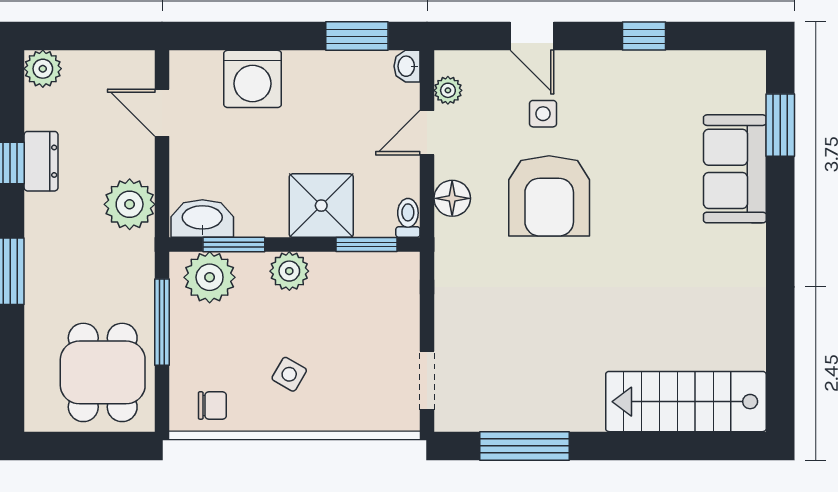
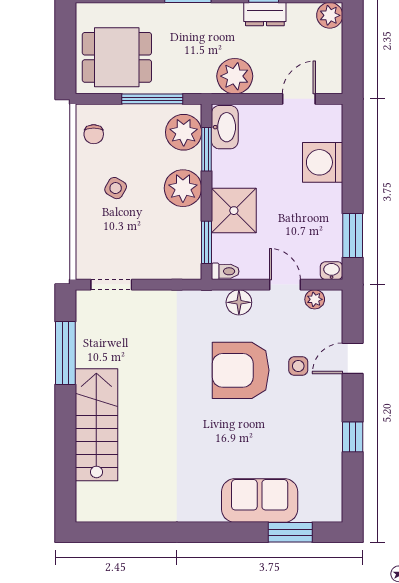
plant: (289, 271) -> (183, 188), width x1.36, depth x1.36
stairs: (686, 402) -> (96, 425), moved

